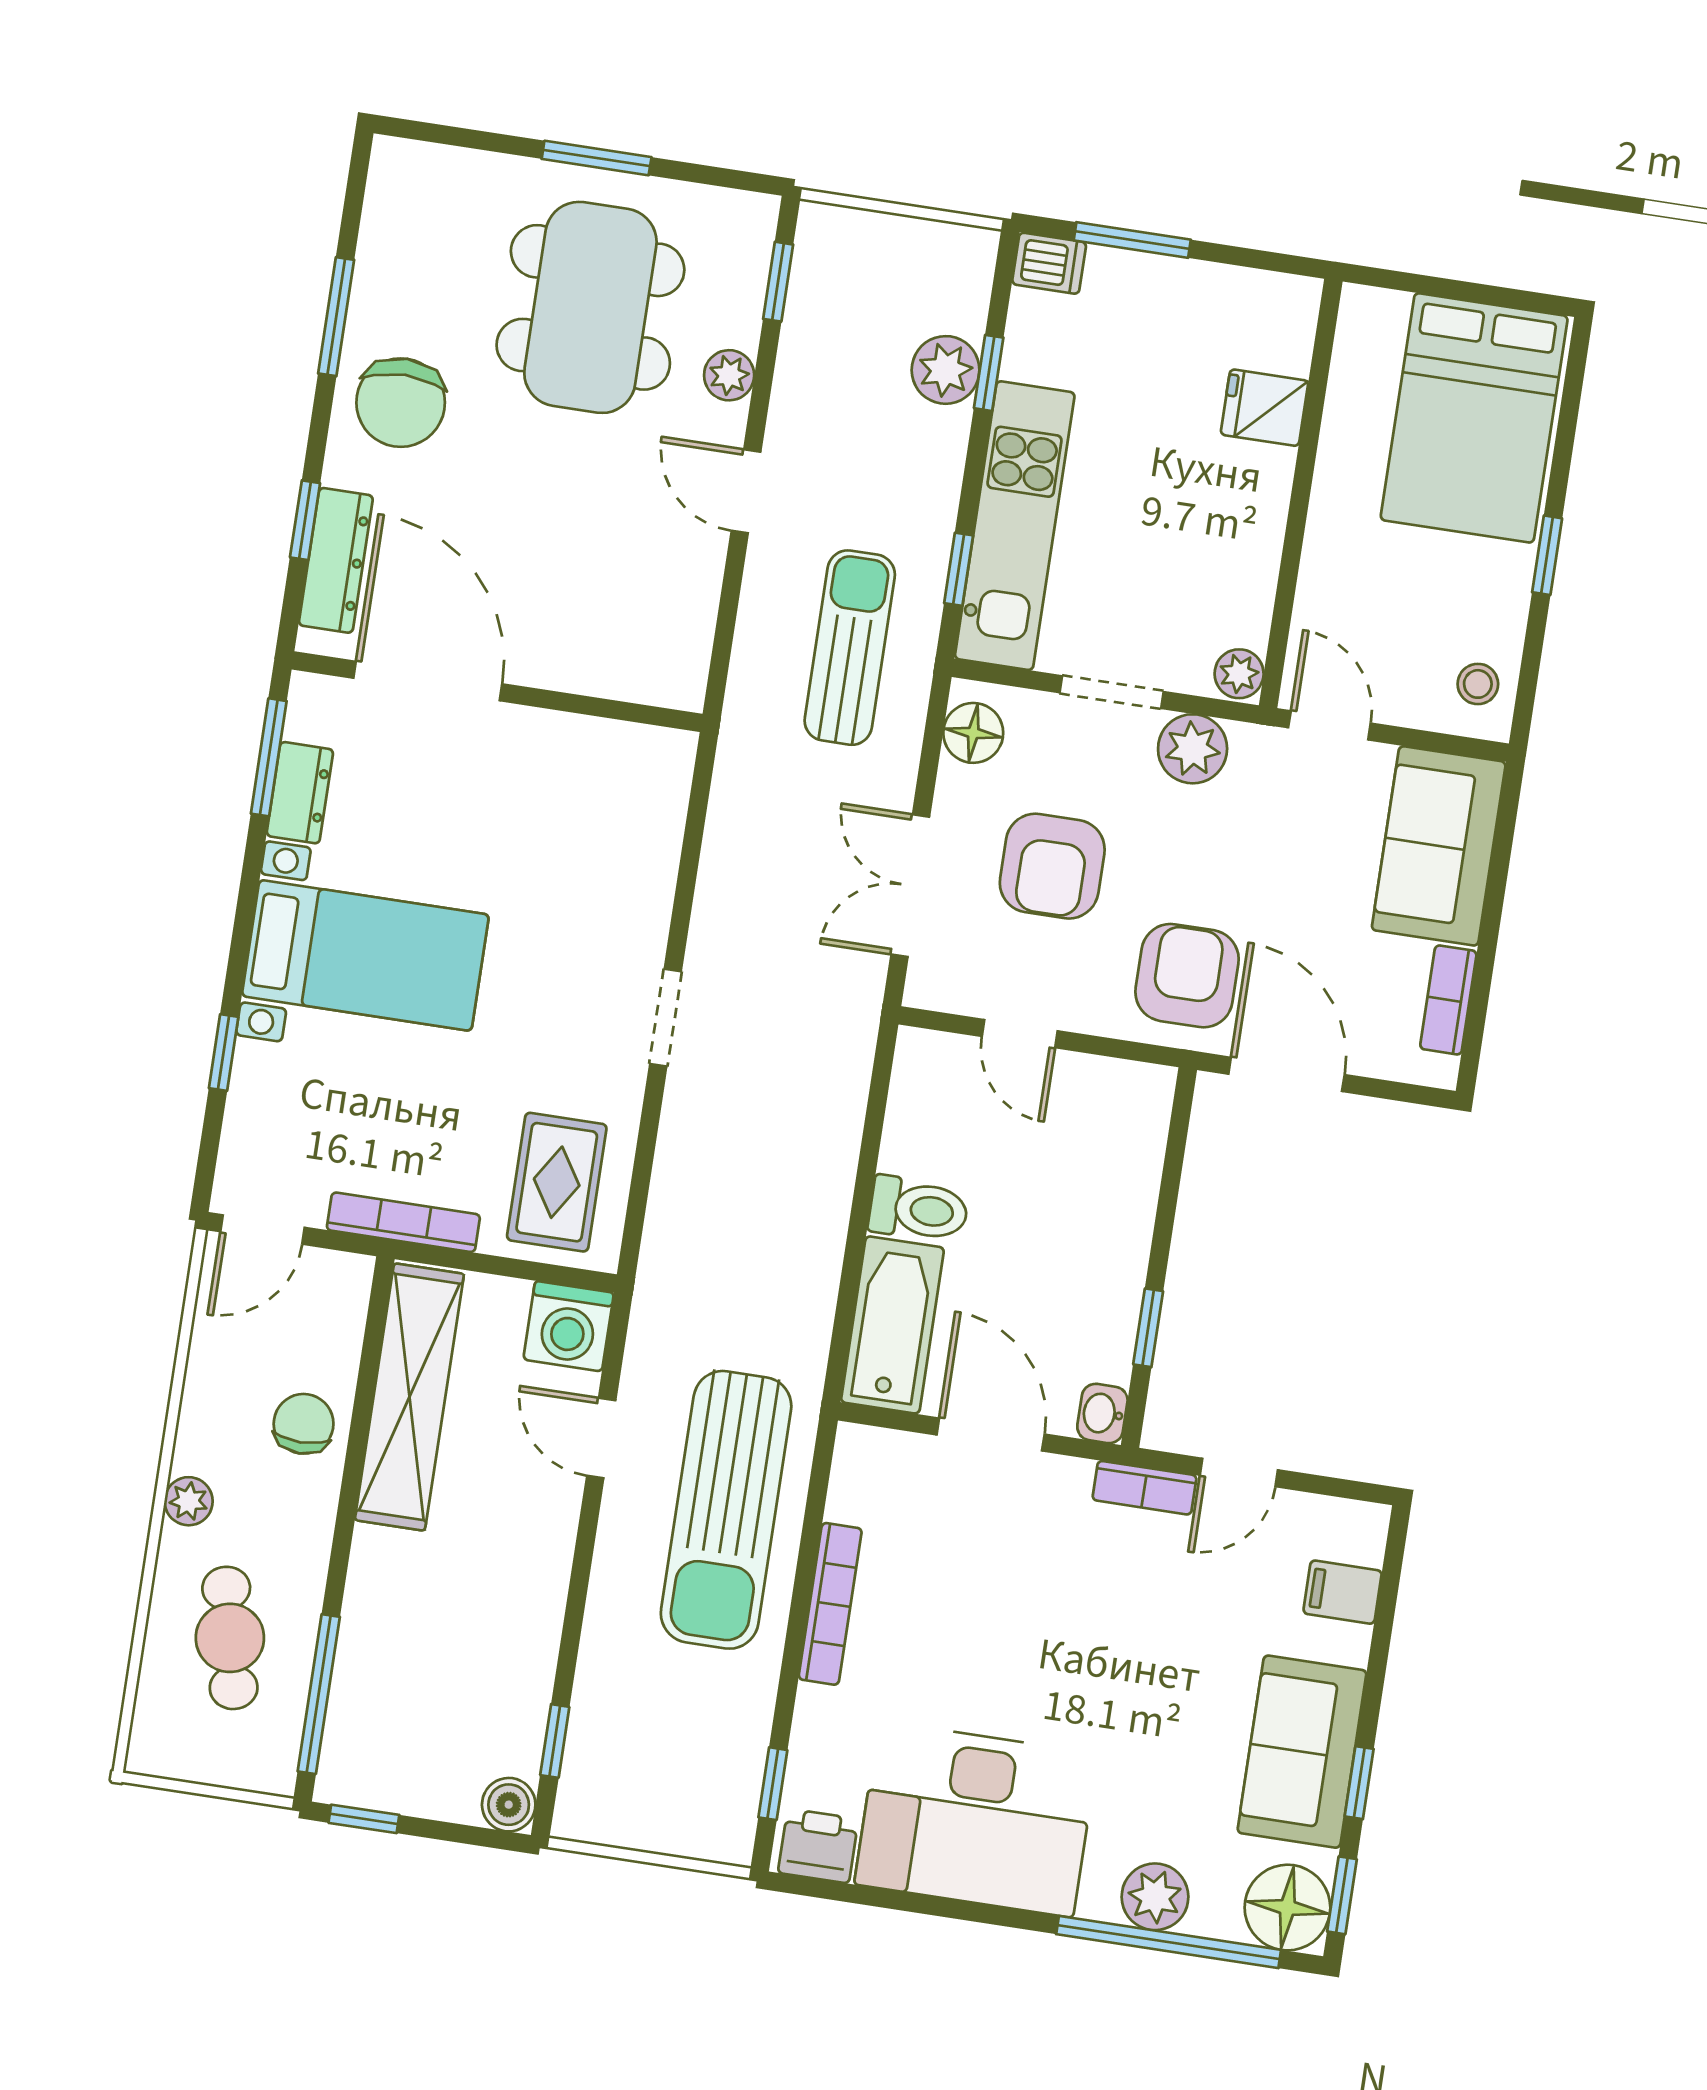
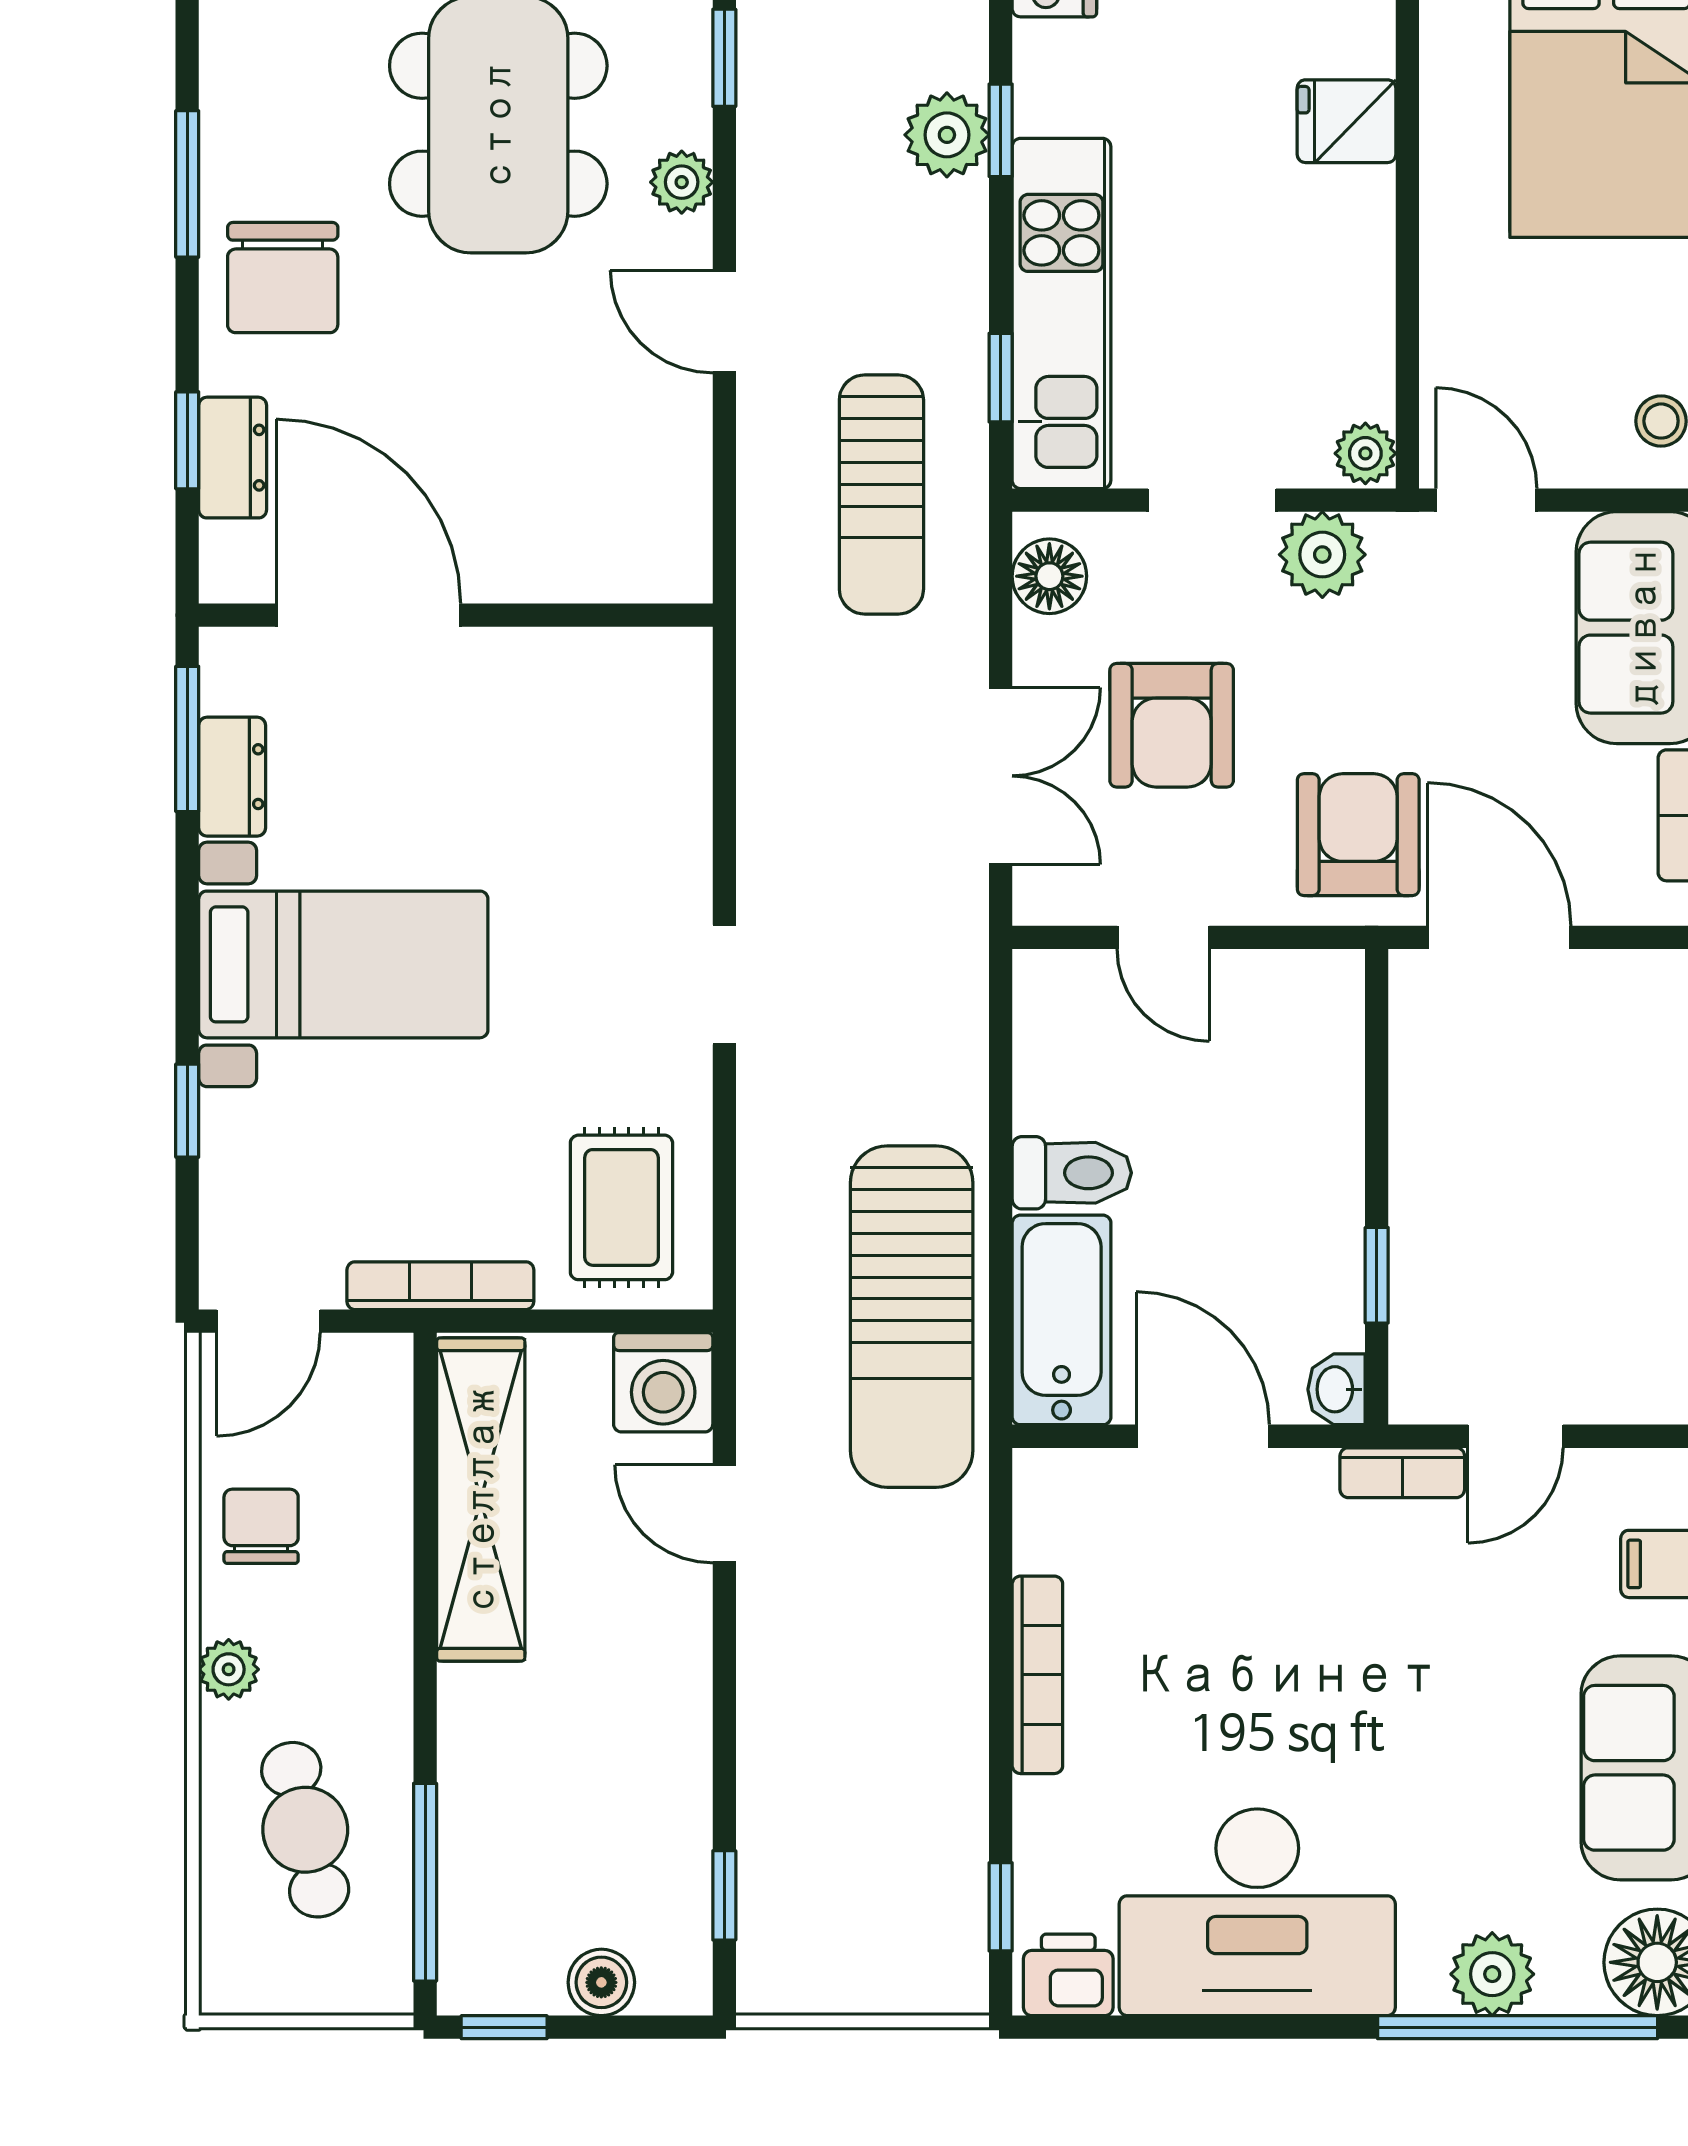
dresser: (336, 560) -> (233, 458), width x0.70
sun lounger: (850, 648) -> (881, 495), turned 180
double door: (910, 886) -> (1001, 776), swing flipped
chair: (304, 1424) -> (261, 1526), moved
sun lounger: (726, 1510) -> (912, 1317), moved
boiler: (509, 1805) -> (601, 1982), moved

